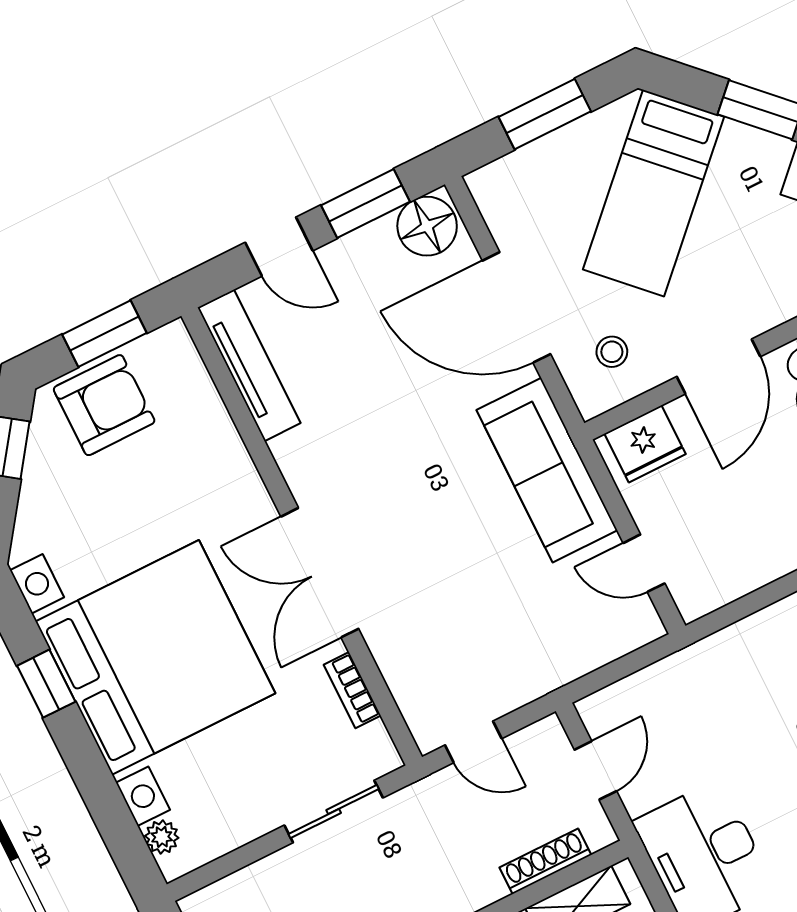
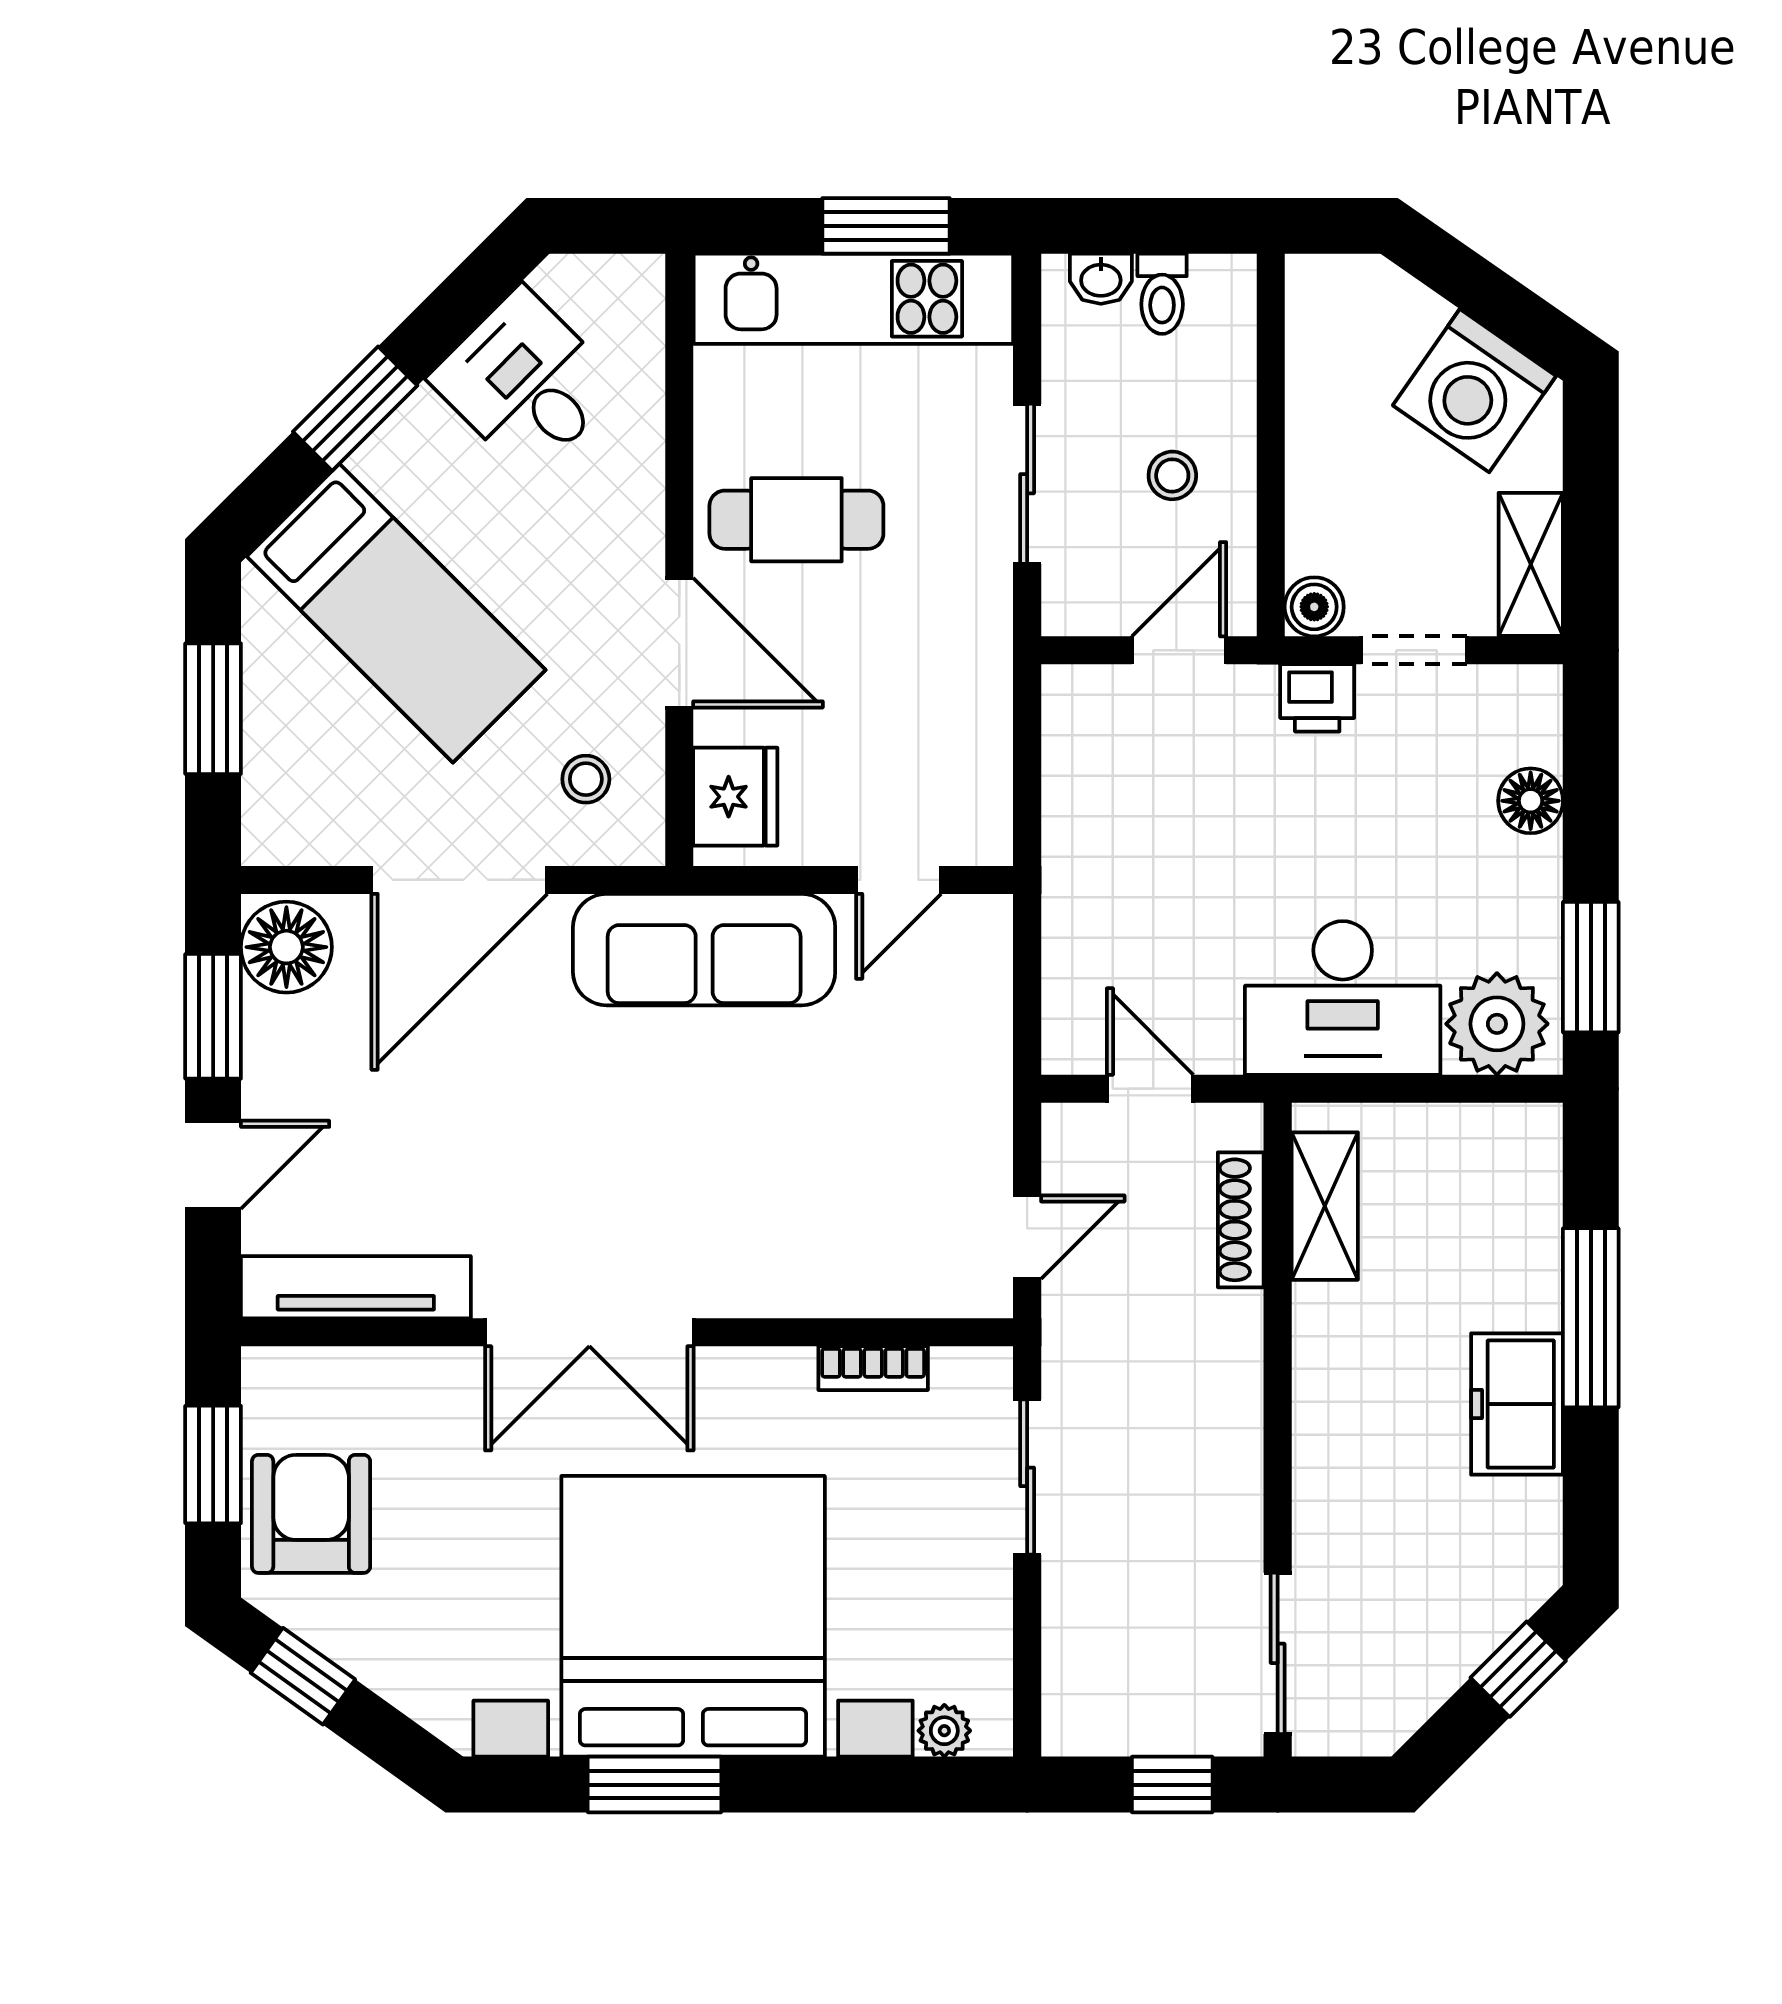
double door: (320, 573) -> (589, 1332), moved
window: (46, 684) -> (654, 1785), width x1.50

